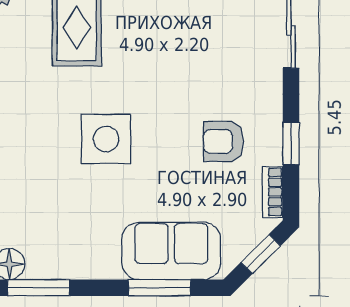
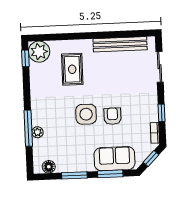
armchair: (224, 141) -> (112, 116), moved, turned 90
window: (39, 288) -> (74, 175), moved

